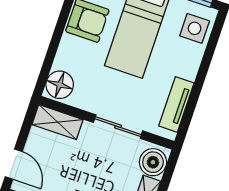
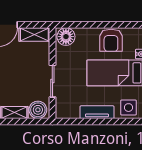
tv unit: (176, 104) -> (97, 112), moved
shelving: (57, 122) -> (34, 35), moved, turned 90

